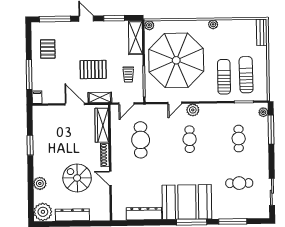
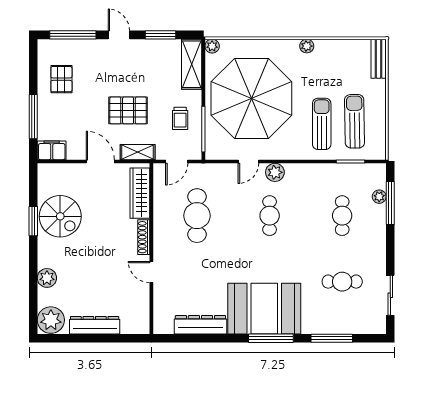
filing cabinet: (37, 97) -> (52, 150), width x2.00
plant: (263, 112) -> (379, 197), moved
spiral stairs: (77, 178) -> (60, 216), moved, turned 180

